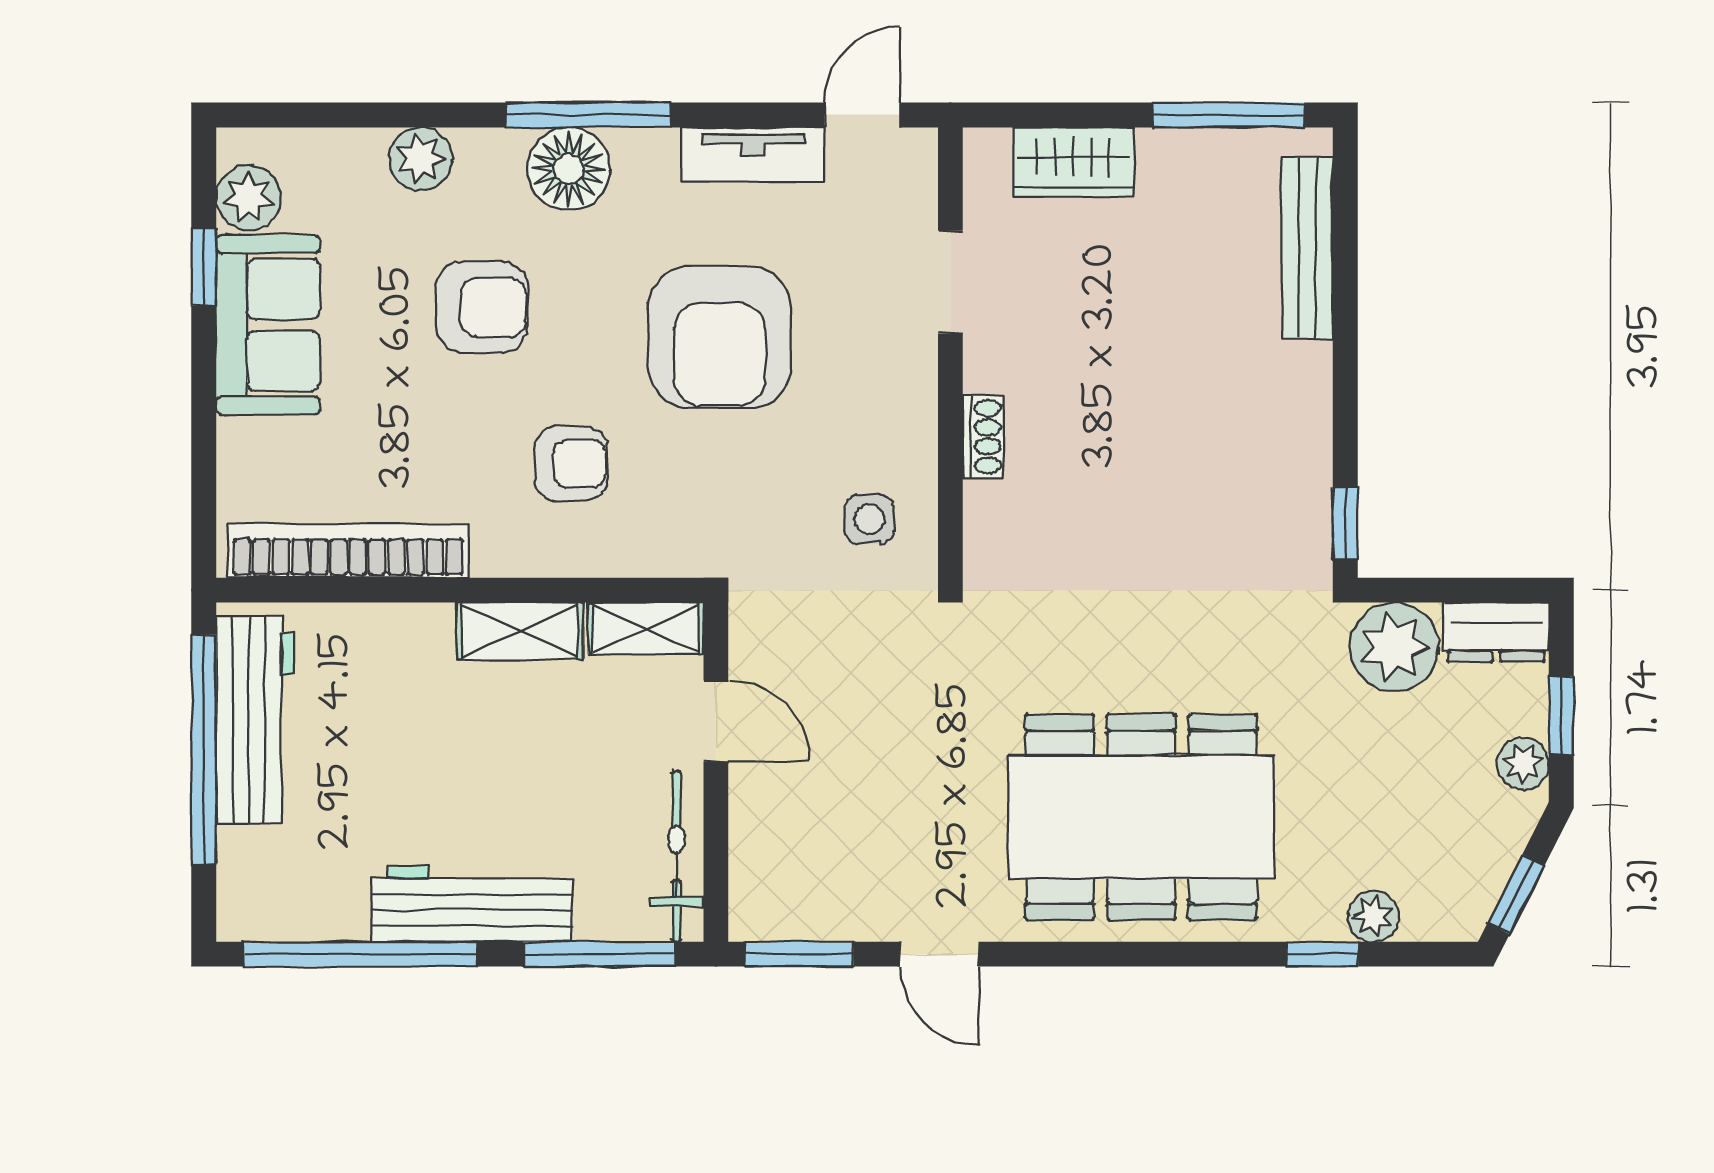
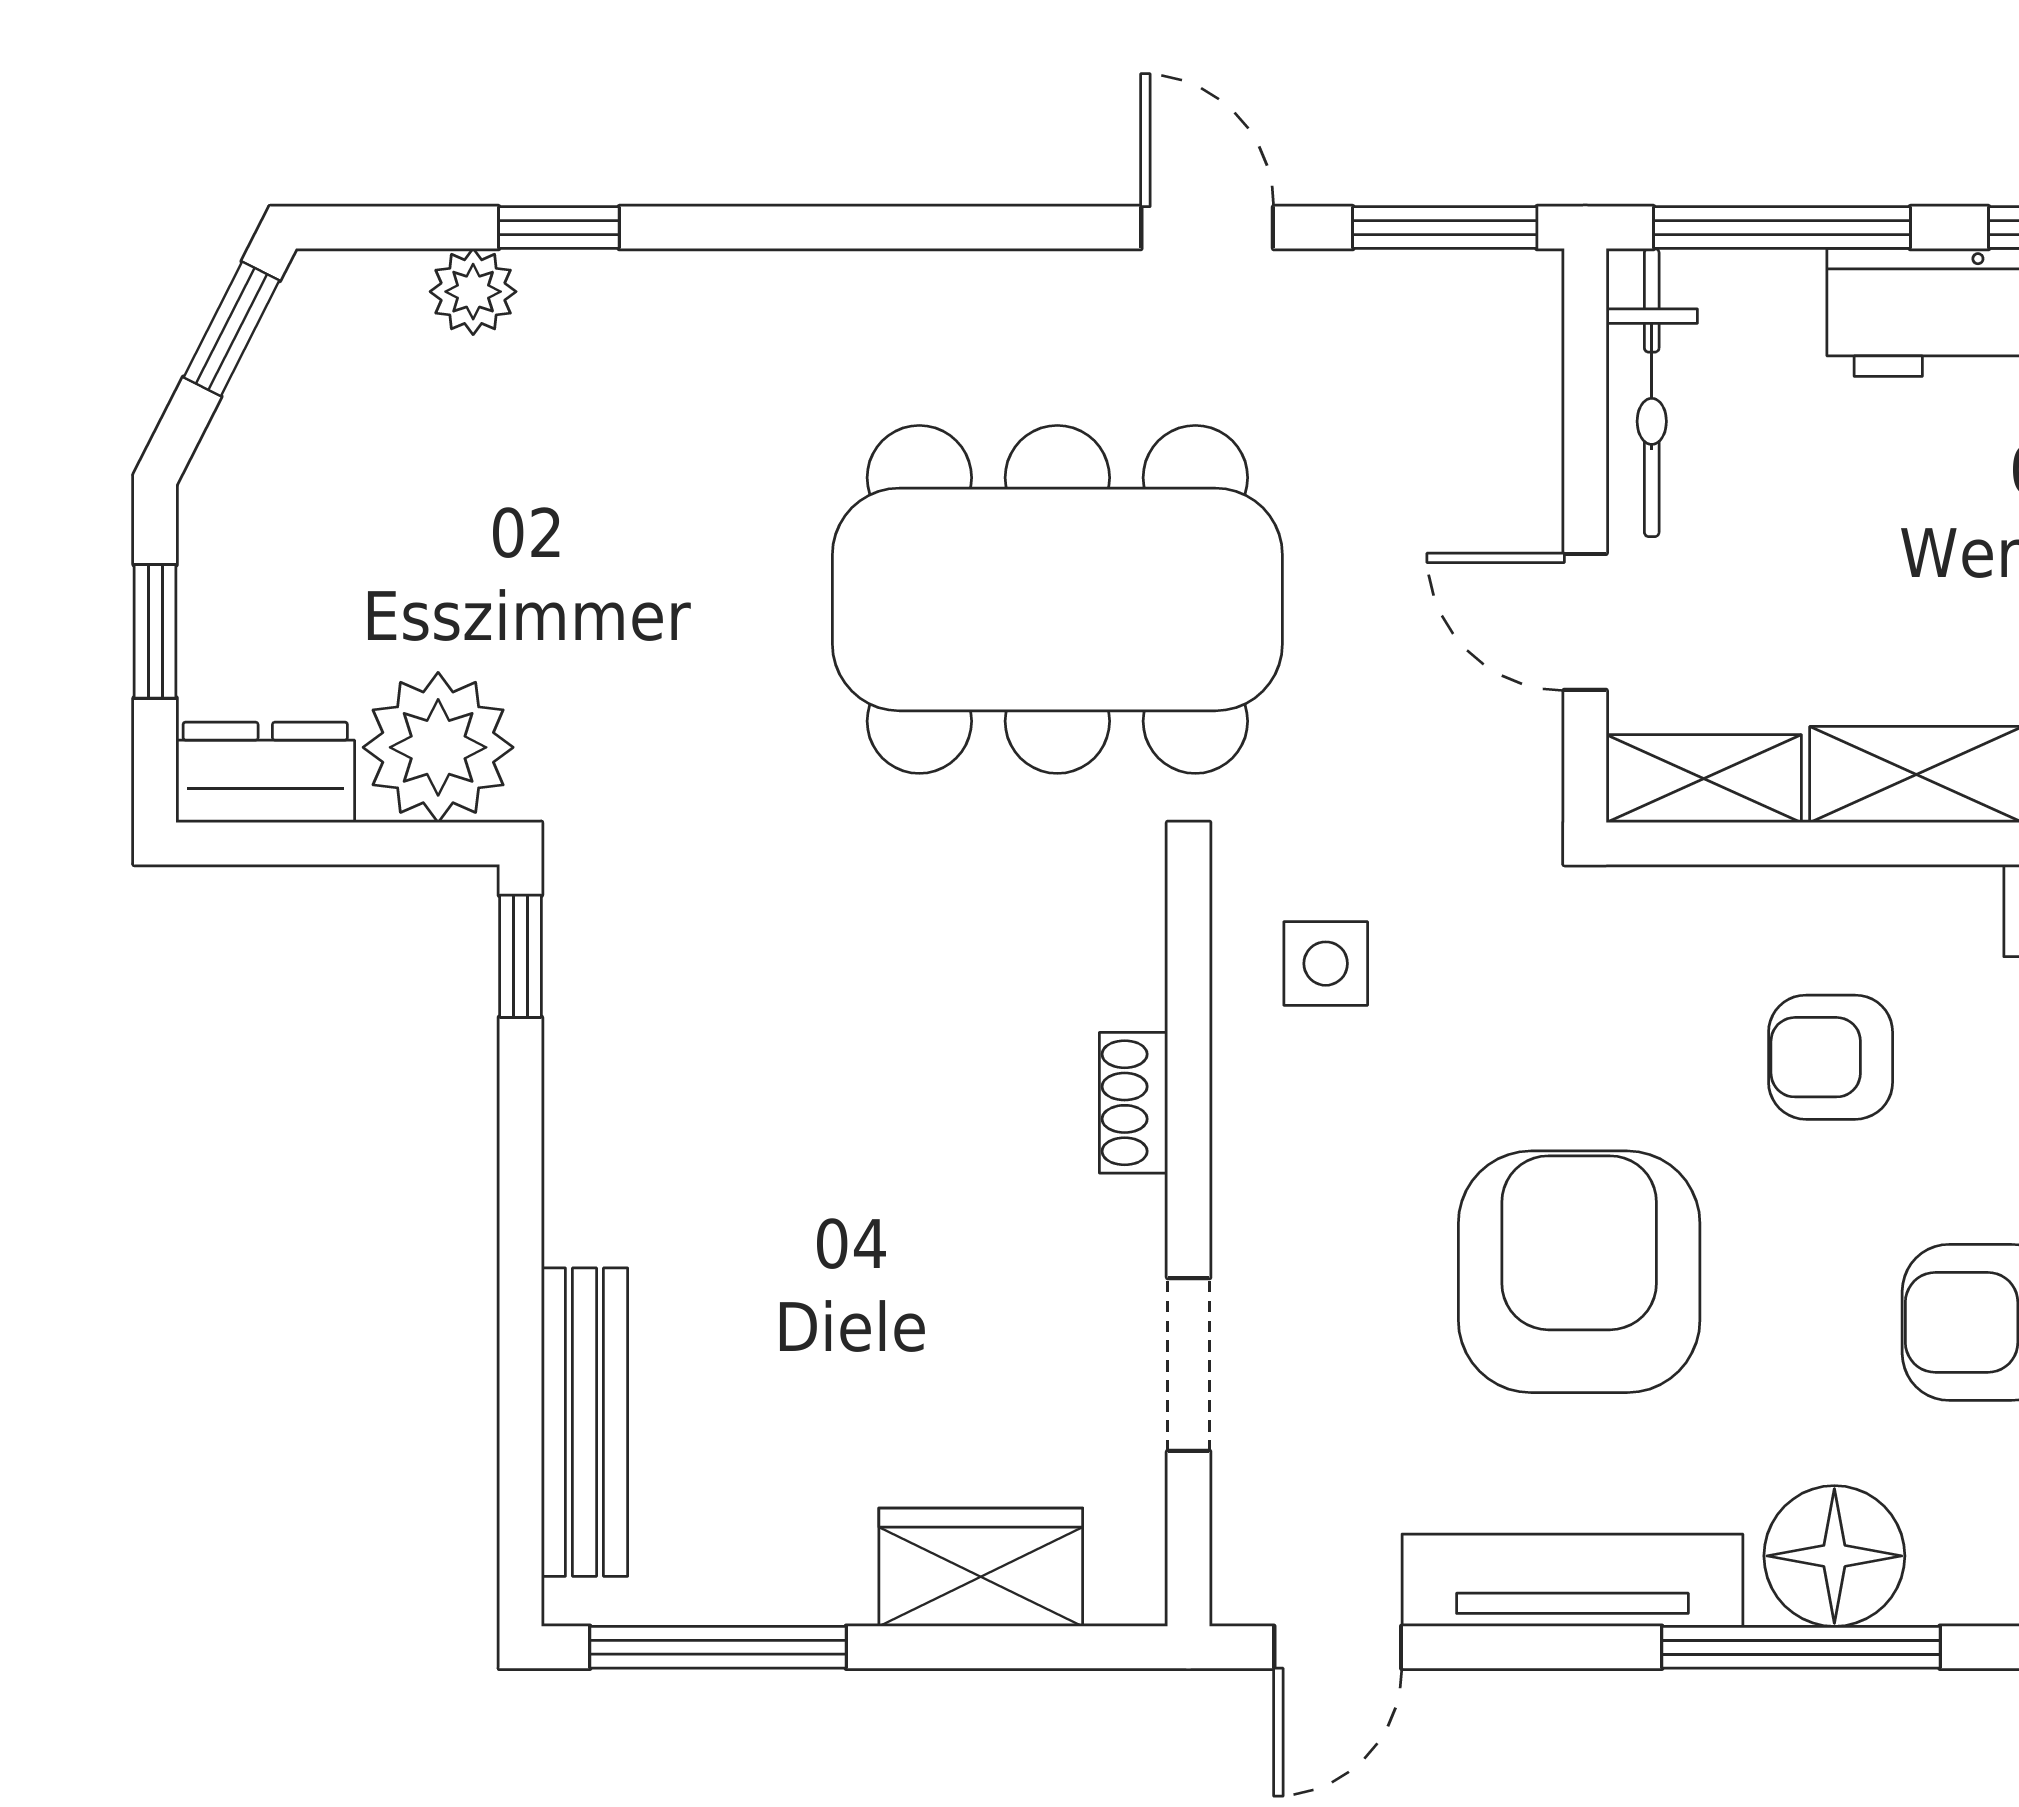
tv unit: (753, 155) -> (1572, 1580), width x1.41
plant: (1523, 763) -> (220, 550), removed
dining table: (1141, 817) -> (1057, 599), moved

